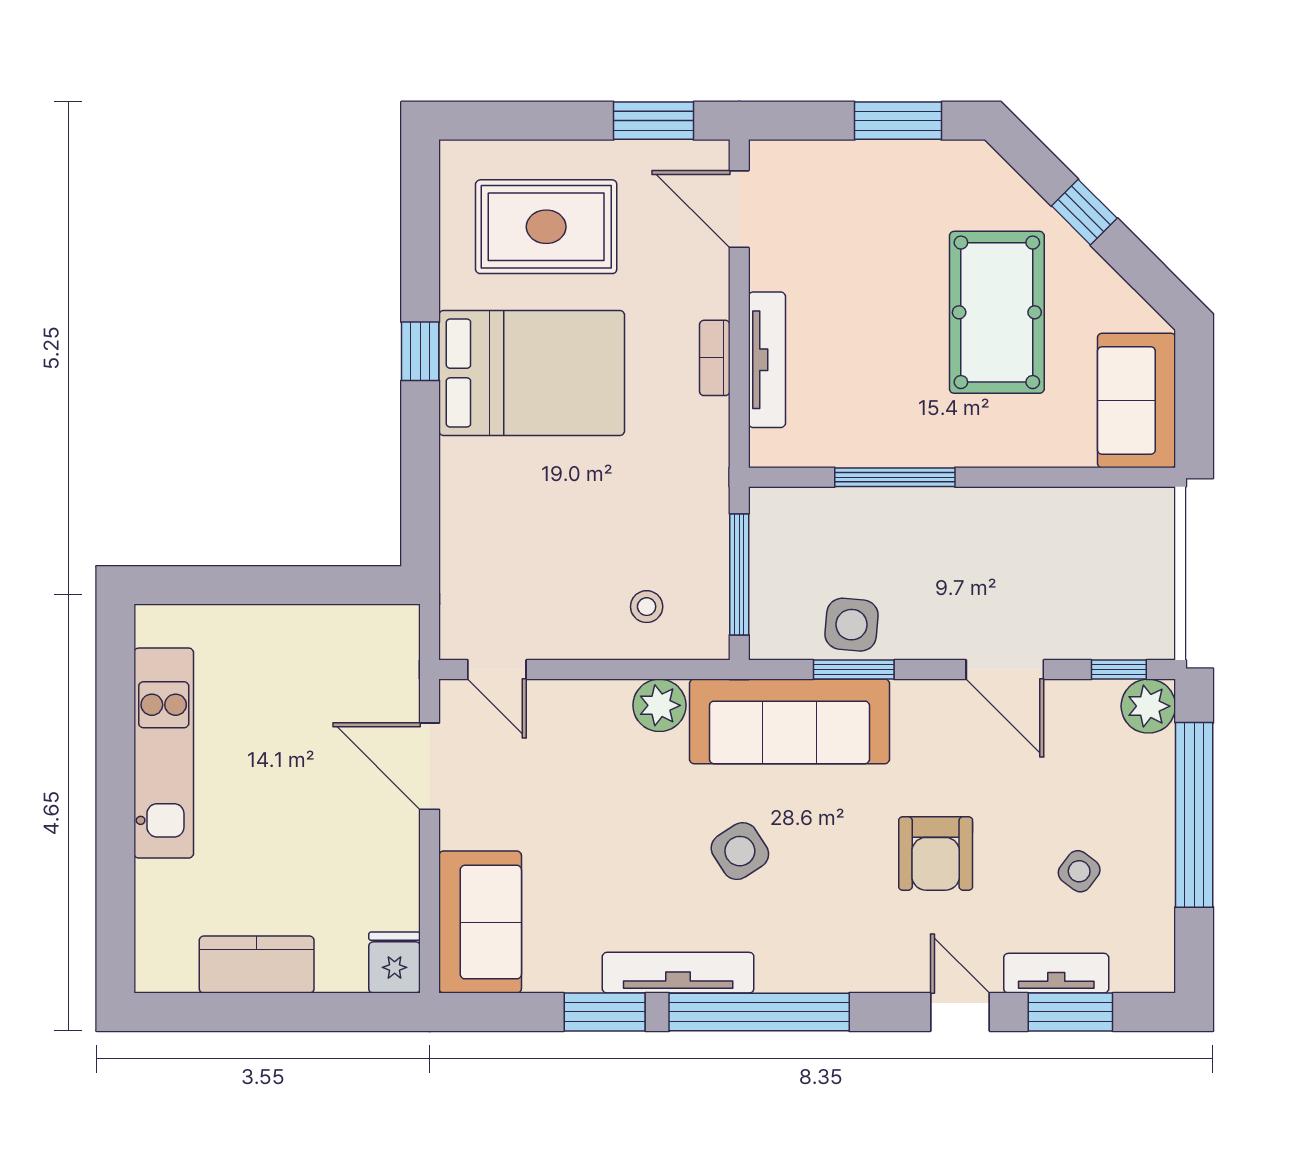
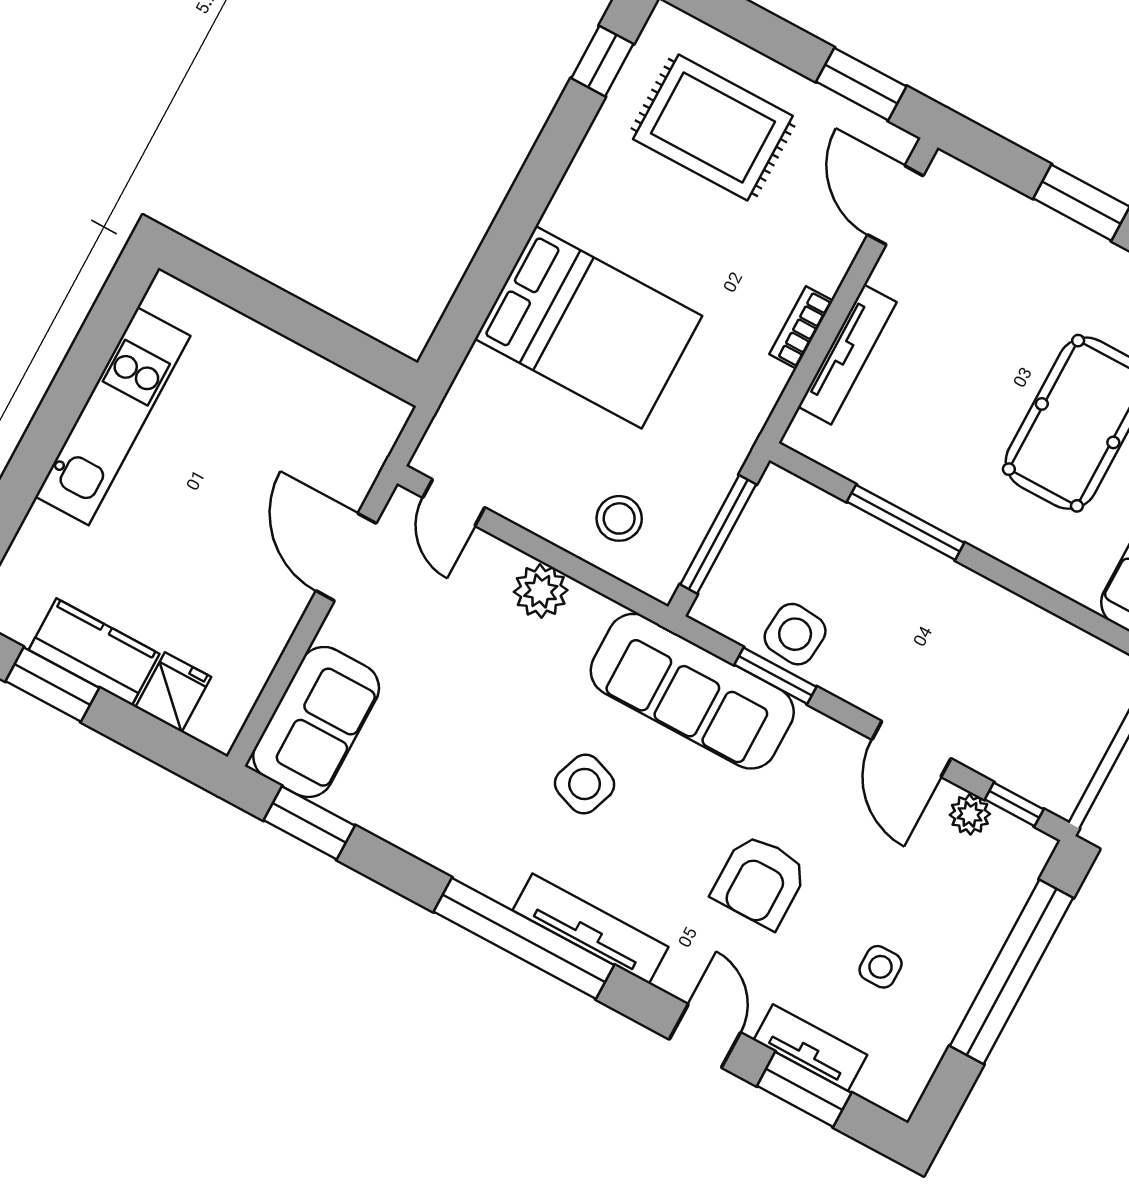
window: (420, 351) -> (602, 61), moved
bed: (532, 373) -> (588, 327), moved
stool: (647, 607) -> (619, 518), width x1.37, depth x1.37
plant: (659, 705) -> (541, 591), moved
plant: (1148, 706) -> (970, 814), moved, width x0.73, depth x0.73
side table: (740, 851) -> (585, 784), turned -37
side table: (1079, 871) -> (881, 967), turned -37
fridge: (395, 963) -> (173, 692), moved
tv unit: (678, 973) -> (591, 929), moved
window: (236, 1012) -> (52, 684), added
window: (605, 1012) -> (309, 823), moved

